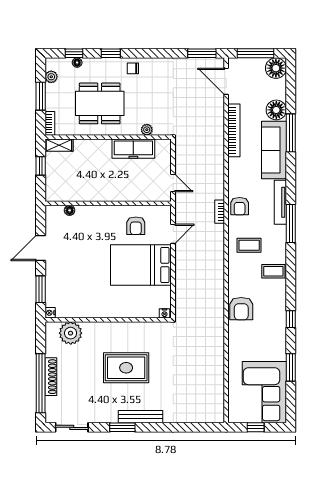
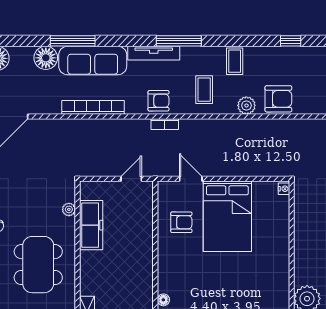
bookcase: (234, 130) -> (93, 107), moved
plant: (236, 281) -> (246, 105), added

